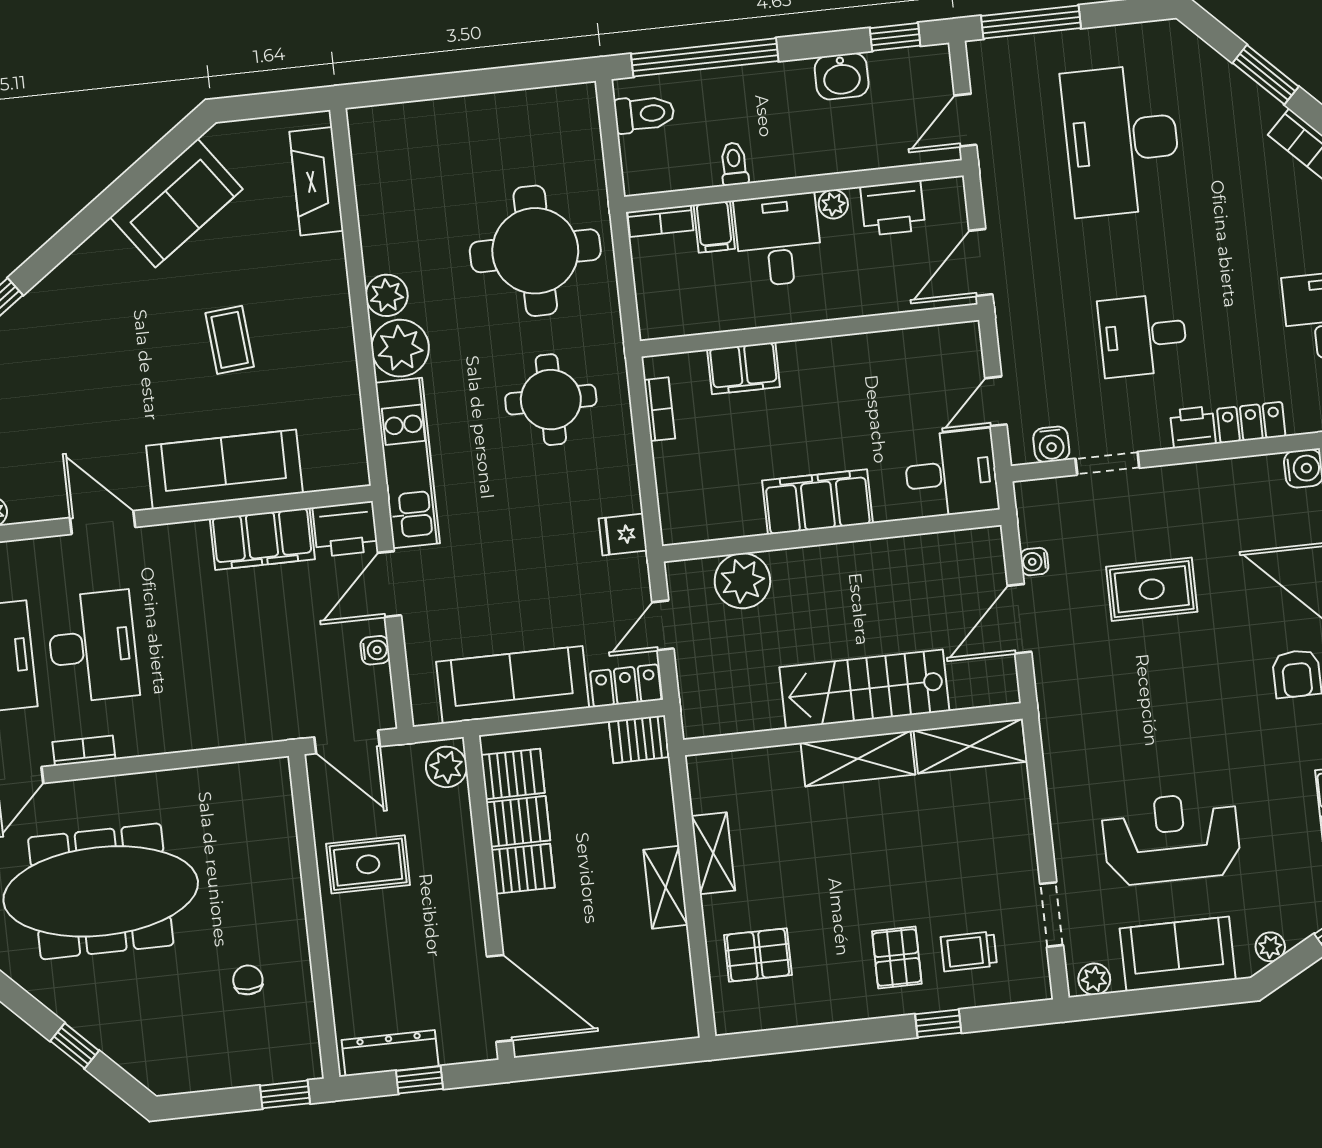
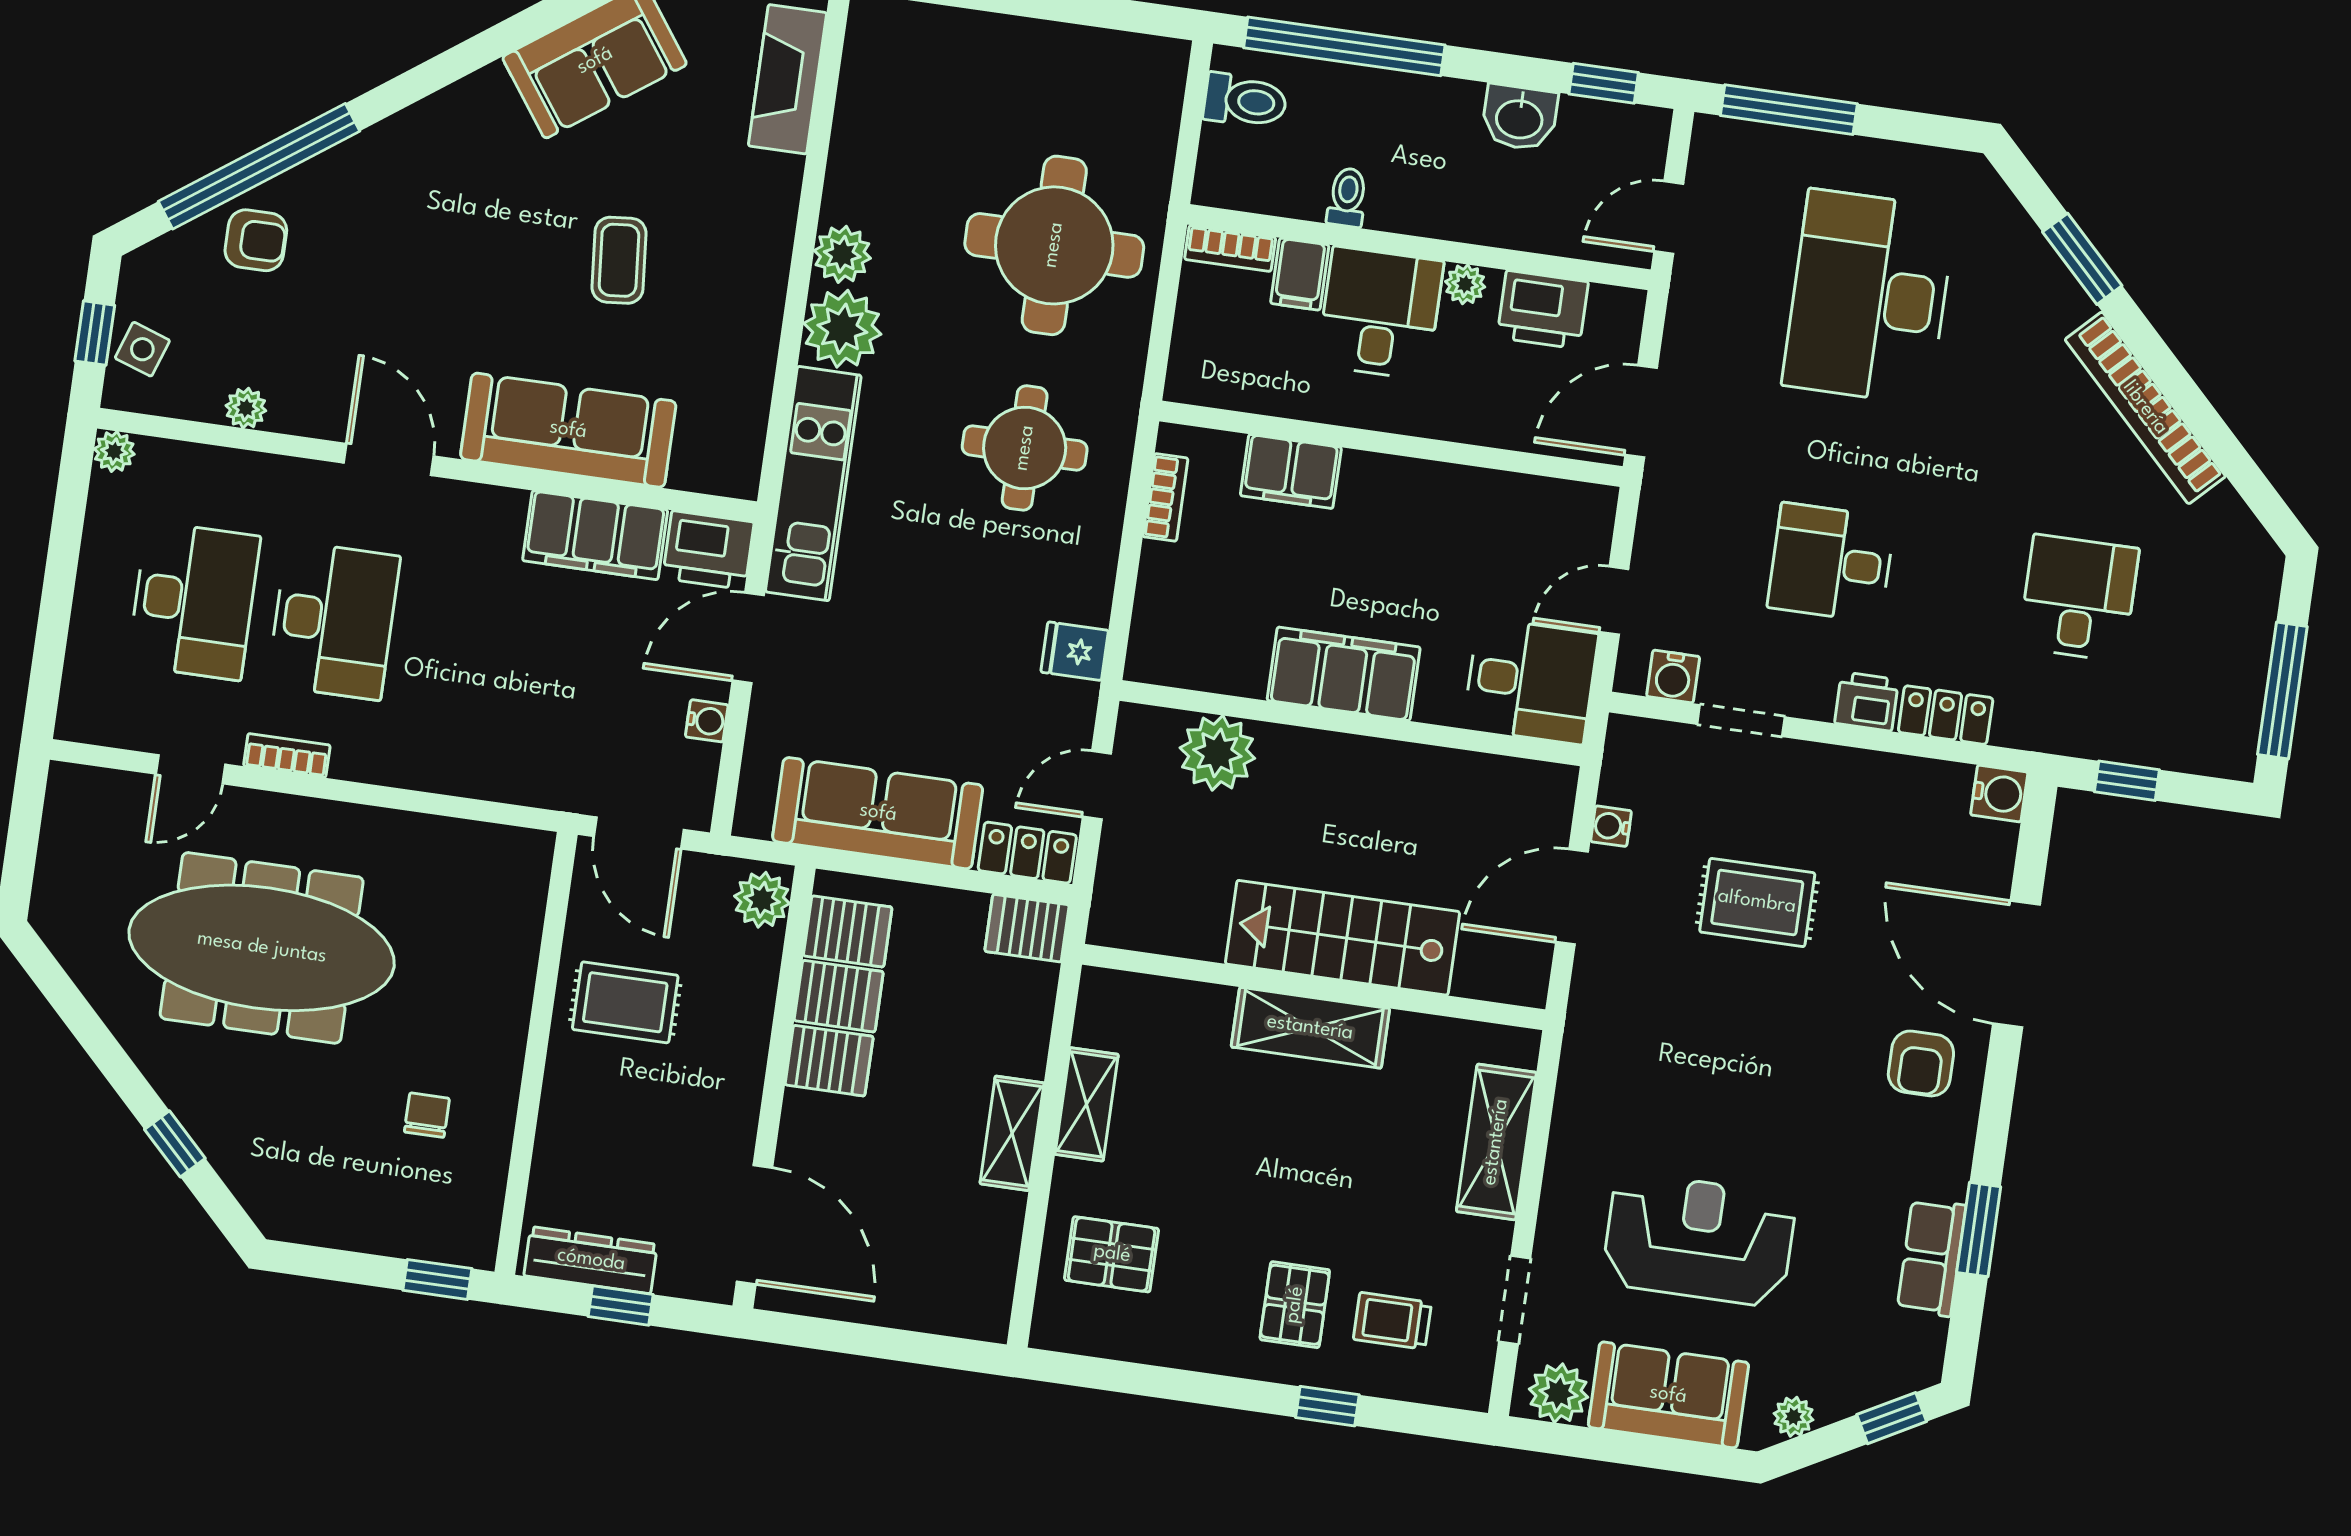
shelving: (970, 746) -> (1496, 1142), moved, turned 90
plant: (1094, 979) -> (1558, 1393), width x1.38, depth x1.38

